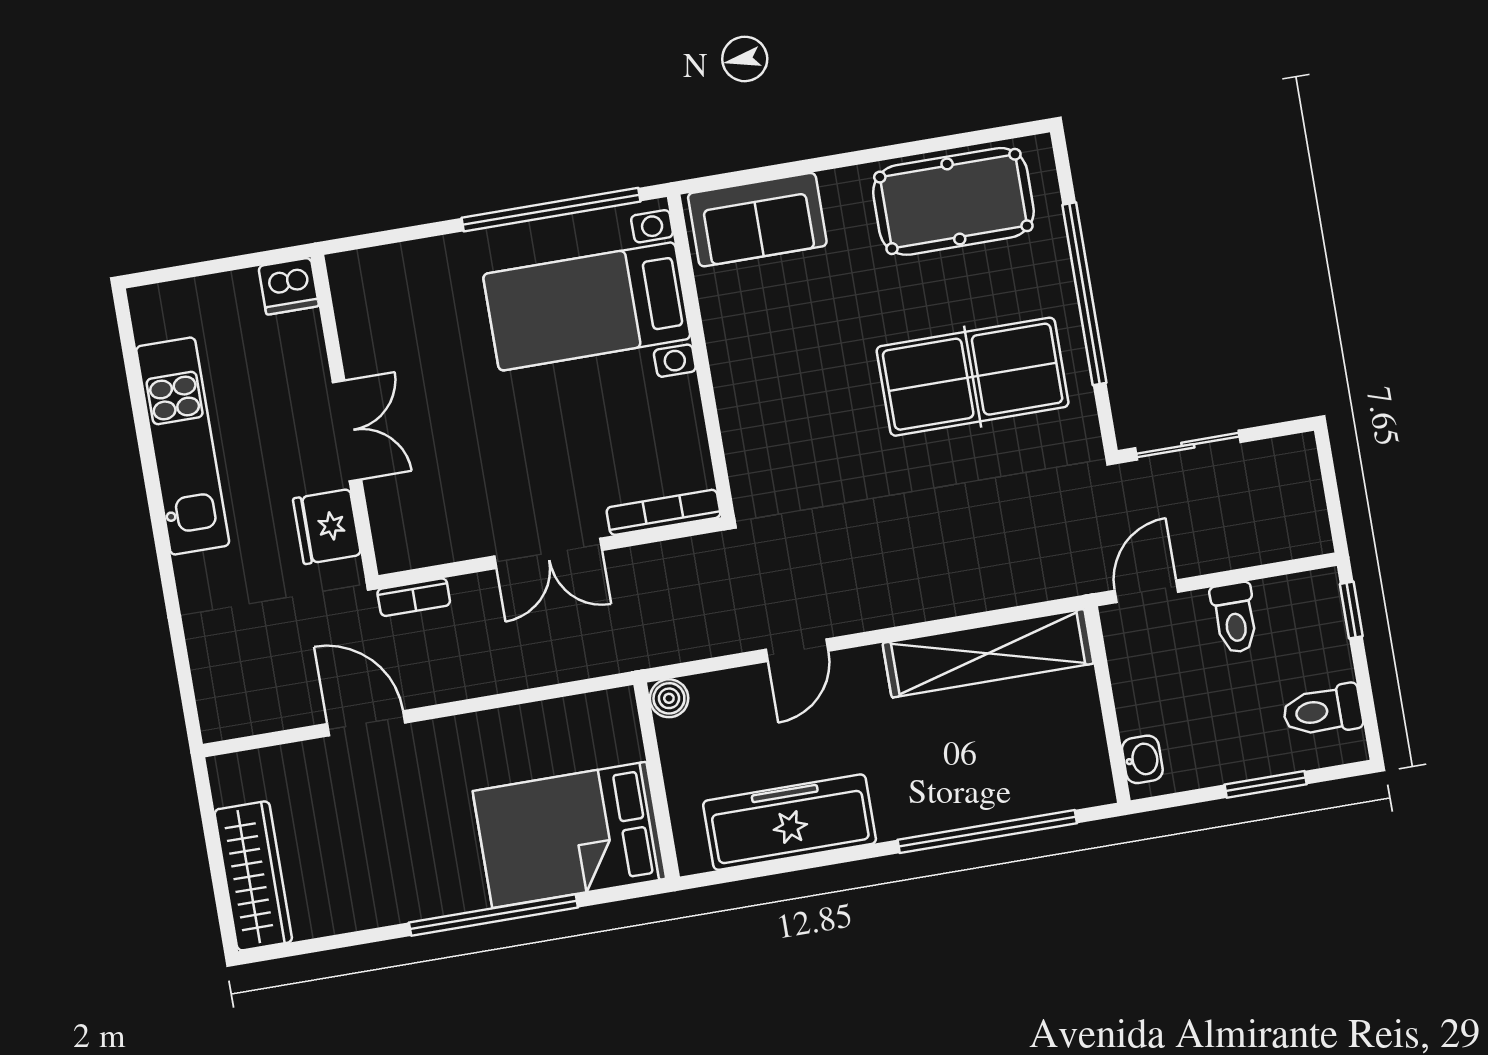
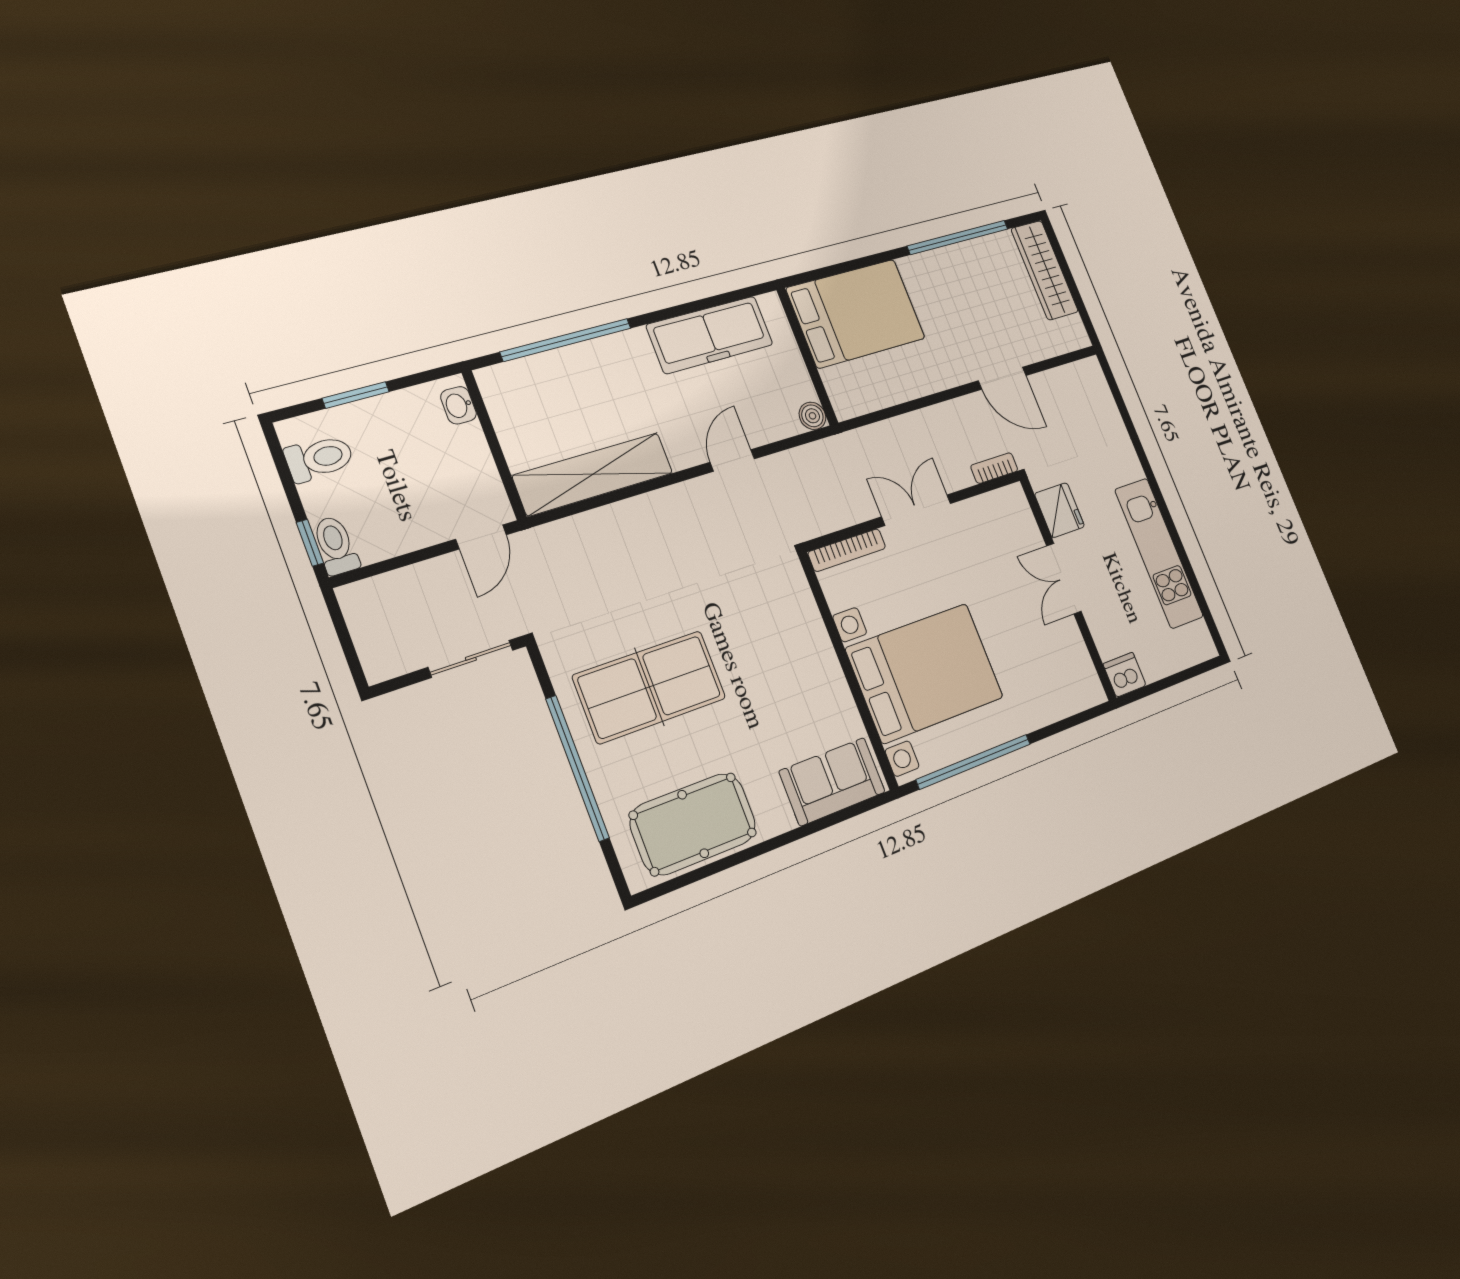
bed with nightstands: (587, 306) -> (925, 673), width x1.36
toilet: (1235, 618) -> (336, 545), moved
window: (493, 915) -> (958, 237), moved

